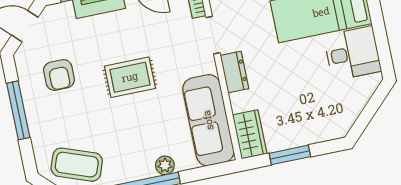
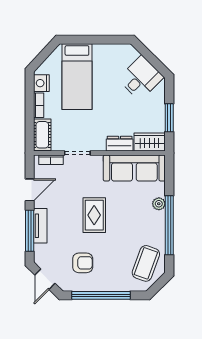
desk: (353, 53) -> (141, 78), moved, turned 45
dresser: (234, 72) -> (120, 144), moved
window: (18, 110) -> (101, 295), width x1.46

